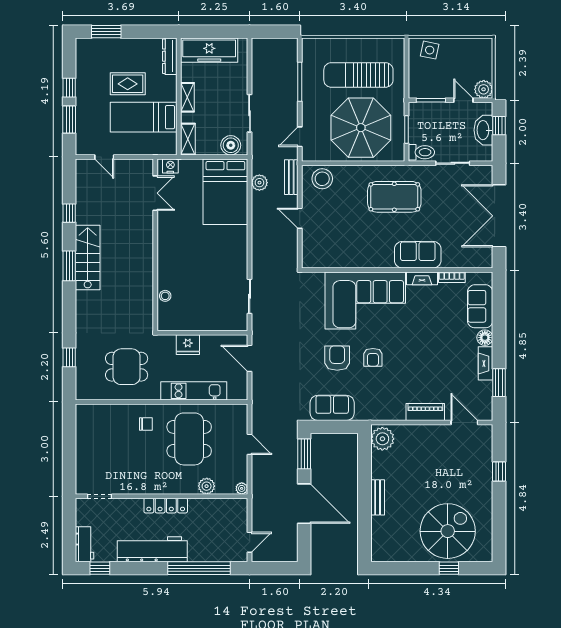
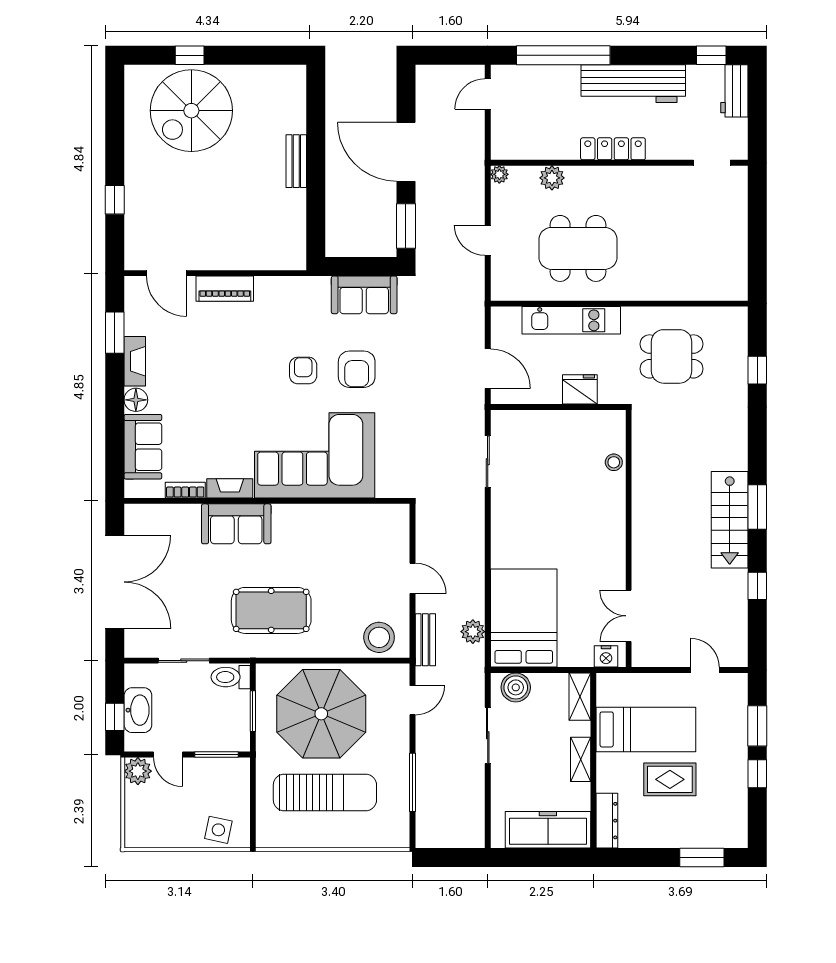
chair: (146, 424) -> (643, 271), removed
dining table: (189, 439) -> (578, 248), turned 90
plant: (382, 439) -> (289, 249), removed

